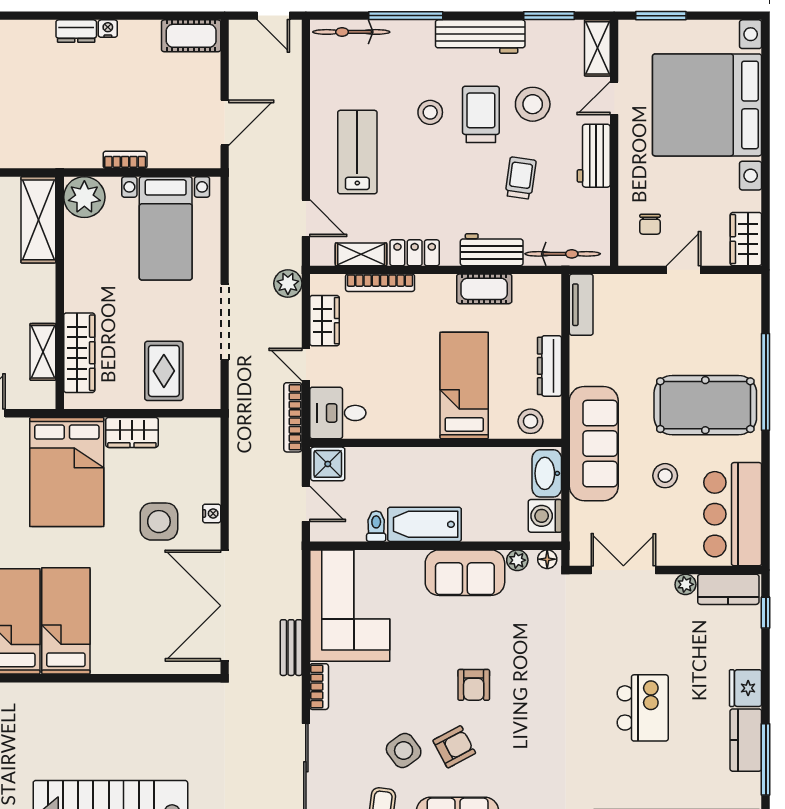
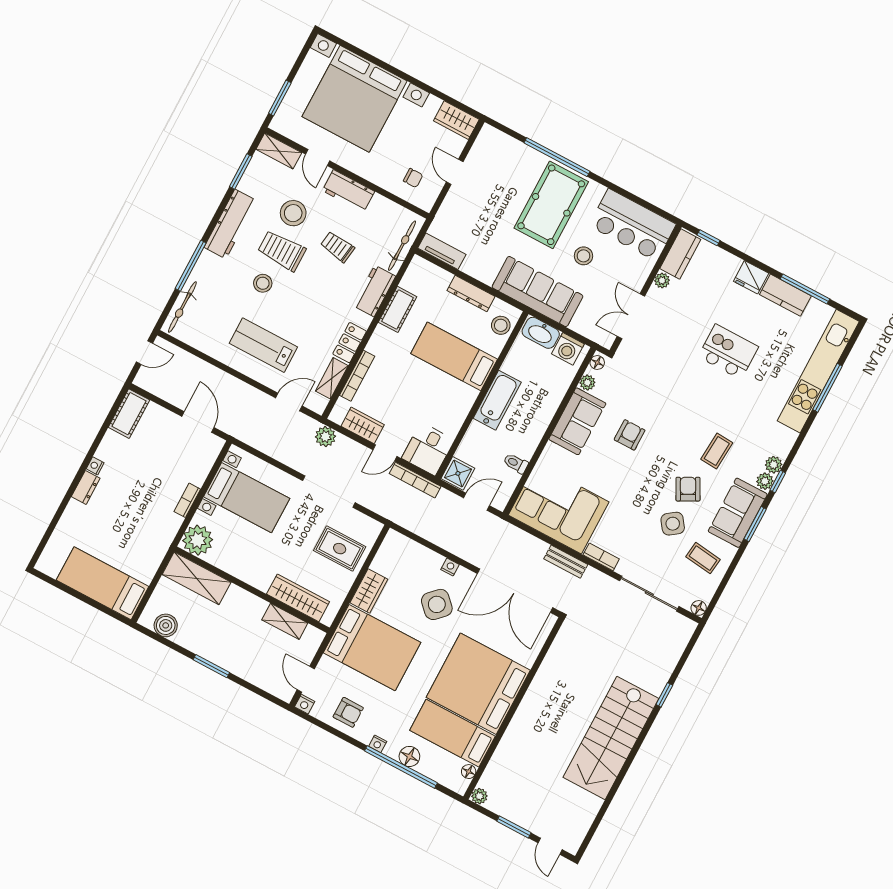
side table: (159, 522) -> (437, 604), turned 45
bathtub: (425, 524) -> (497, 400), moved, turned 180
bed: (66, 621) -> (478, 684), width x2.04
armchair: (474, 685) -> (630, 435), moved, turned -90
coffee table: (518, 757) -> (717, 451), added

